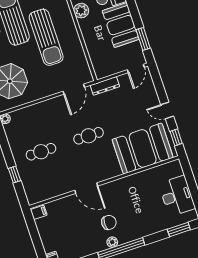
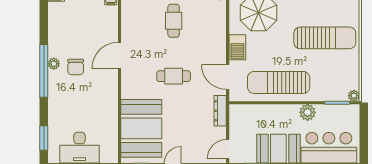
sun lounger: (46, 37) -> (279, 82), moved
door: (136, 68) -> (228, 149), hinge flipped
barbecue: (45, 90) -> (237, 47), added
cafe table: (89, 136) -> (174, 76), turned 90

